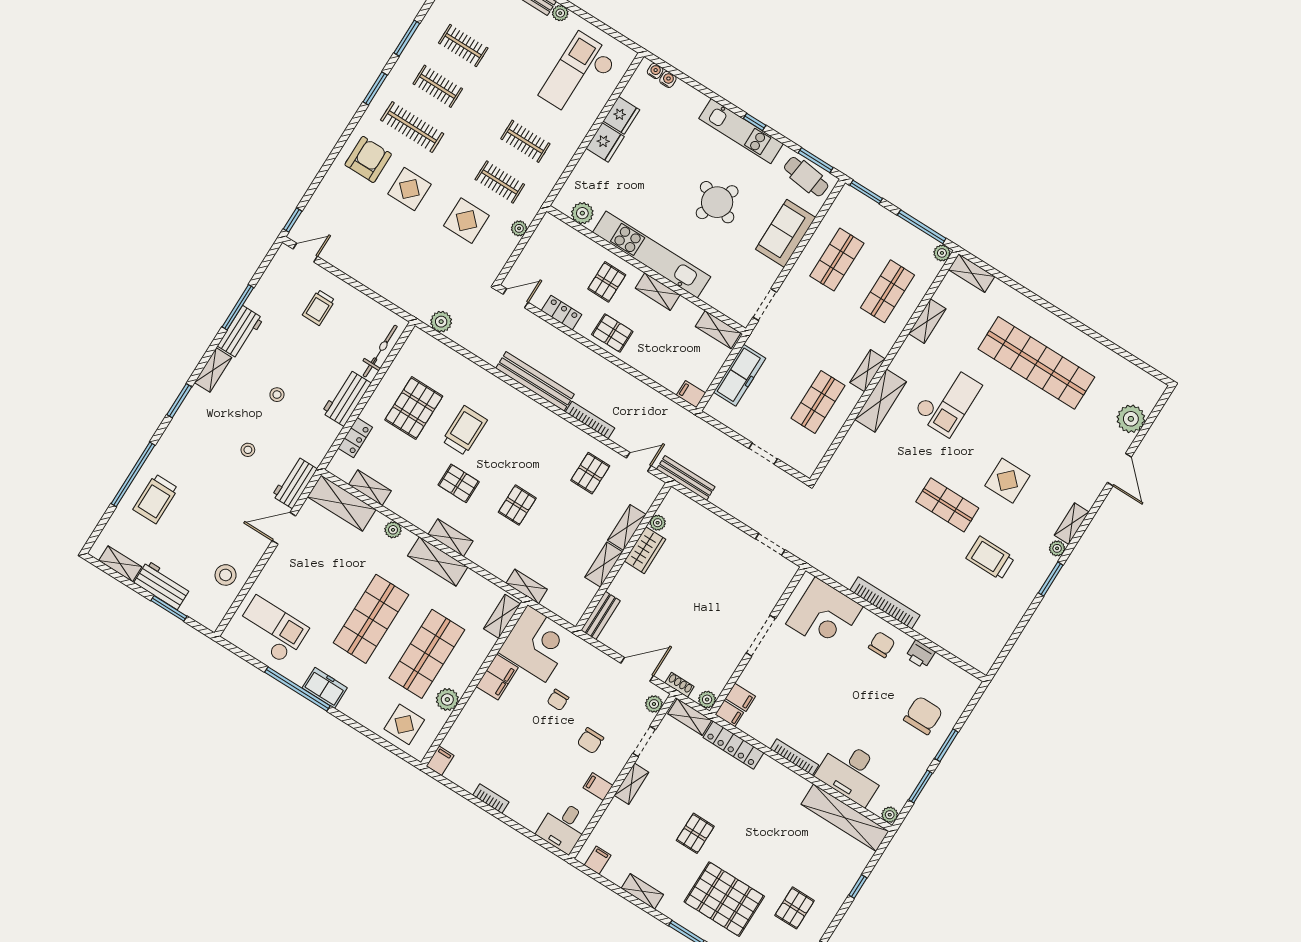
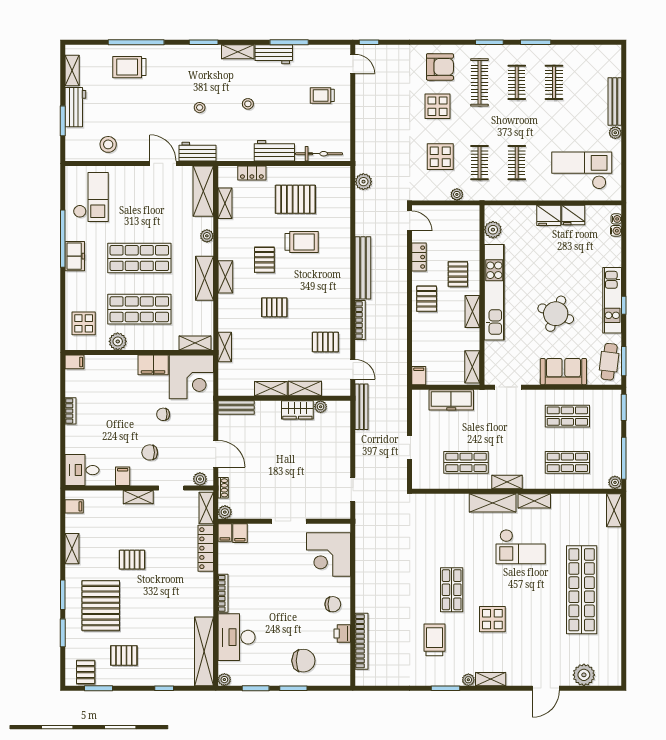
pallet: (607, 282) -> (458, 274), turned 90
shelving: (927, 321) -> (534, 501), moved
bookcase: (885, 603) -> (362, 641), moved

